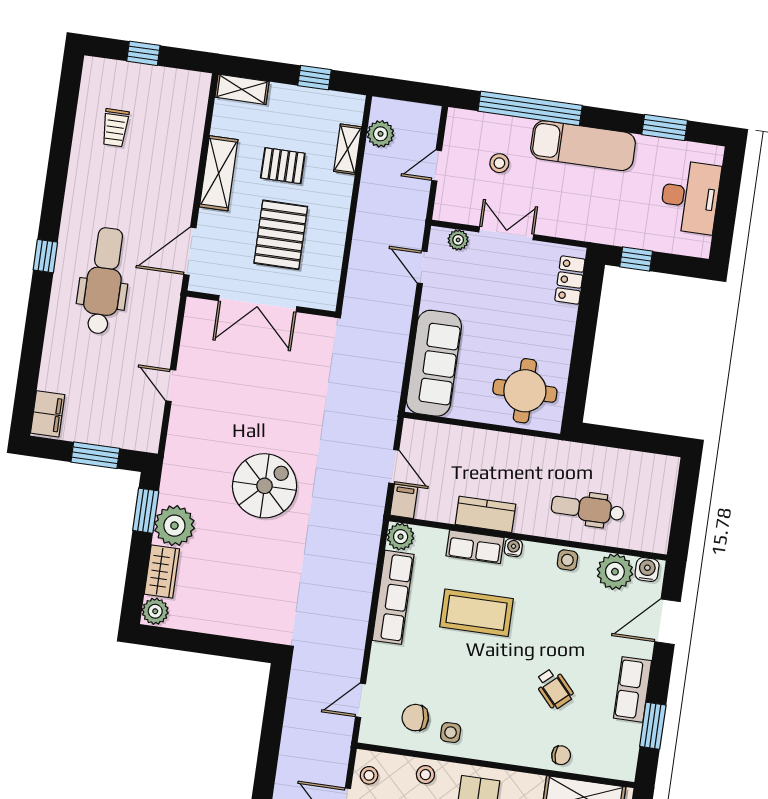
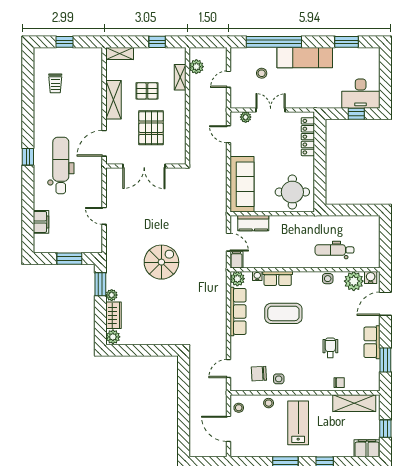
desk: (690, 197) -> (361, 94), moved, turned 90
window: (636, 259) -> (356, 114), moved
locker: (570, 280) -> (308, 137), width x1.53
filing cabinet: (48, 414) -> (41, 222), moved
kitchen counter: (485, 514) -> (253, 223), moved, turned 180
plant: (174, 526) -> (112, 295), width x0.53, depth x0.53
water cooler: (513, 548) -> (257, 276), moved
wheelchair: (554, 689) -> (330, 348), turned -138

